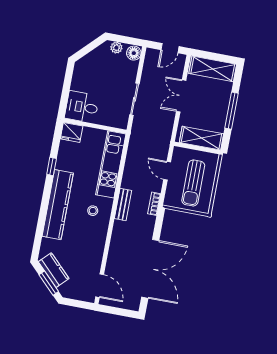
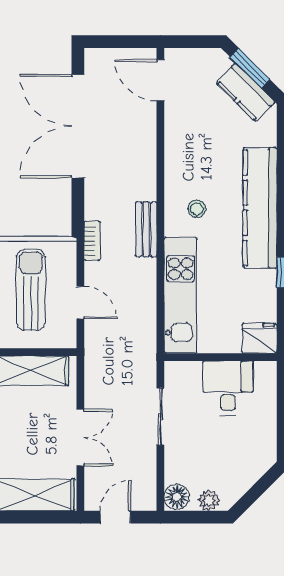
desk: (82, 107) -> (228, 388), moved, turned -90

